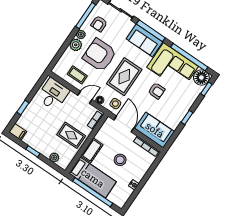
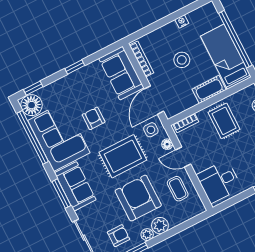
window: (151, 31) -> (61, 194), width x0.69
armchair: (100, 55) -> (138, 198), turned 180

